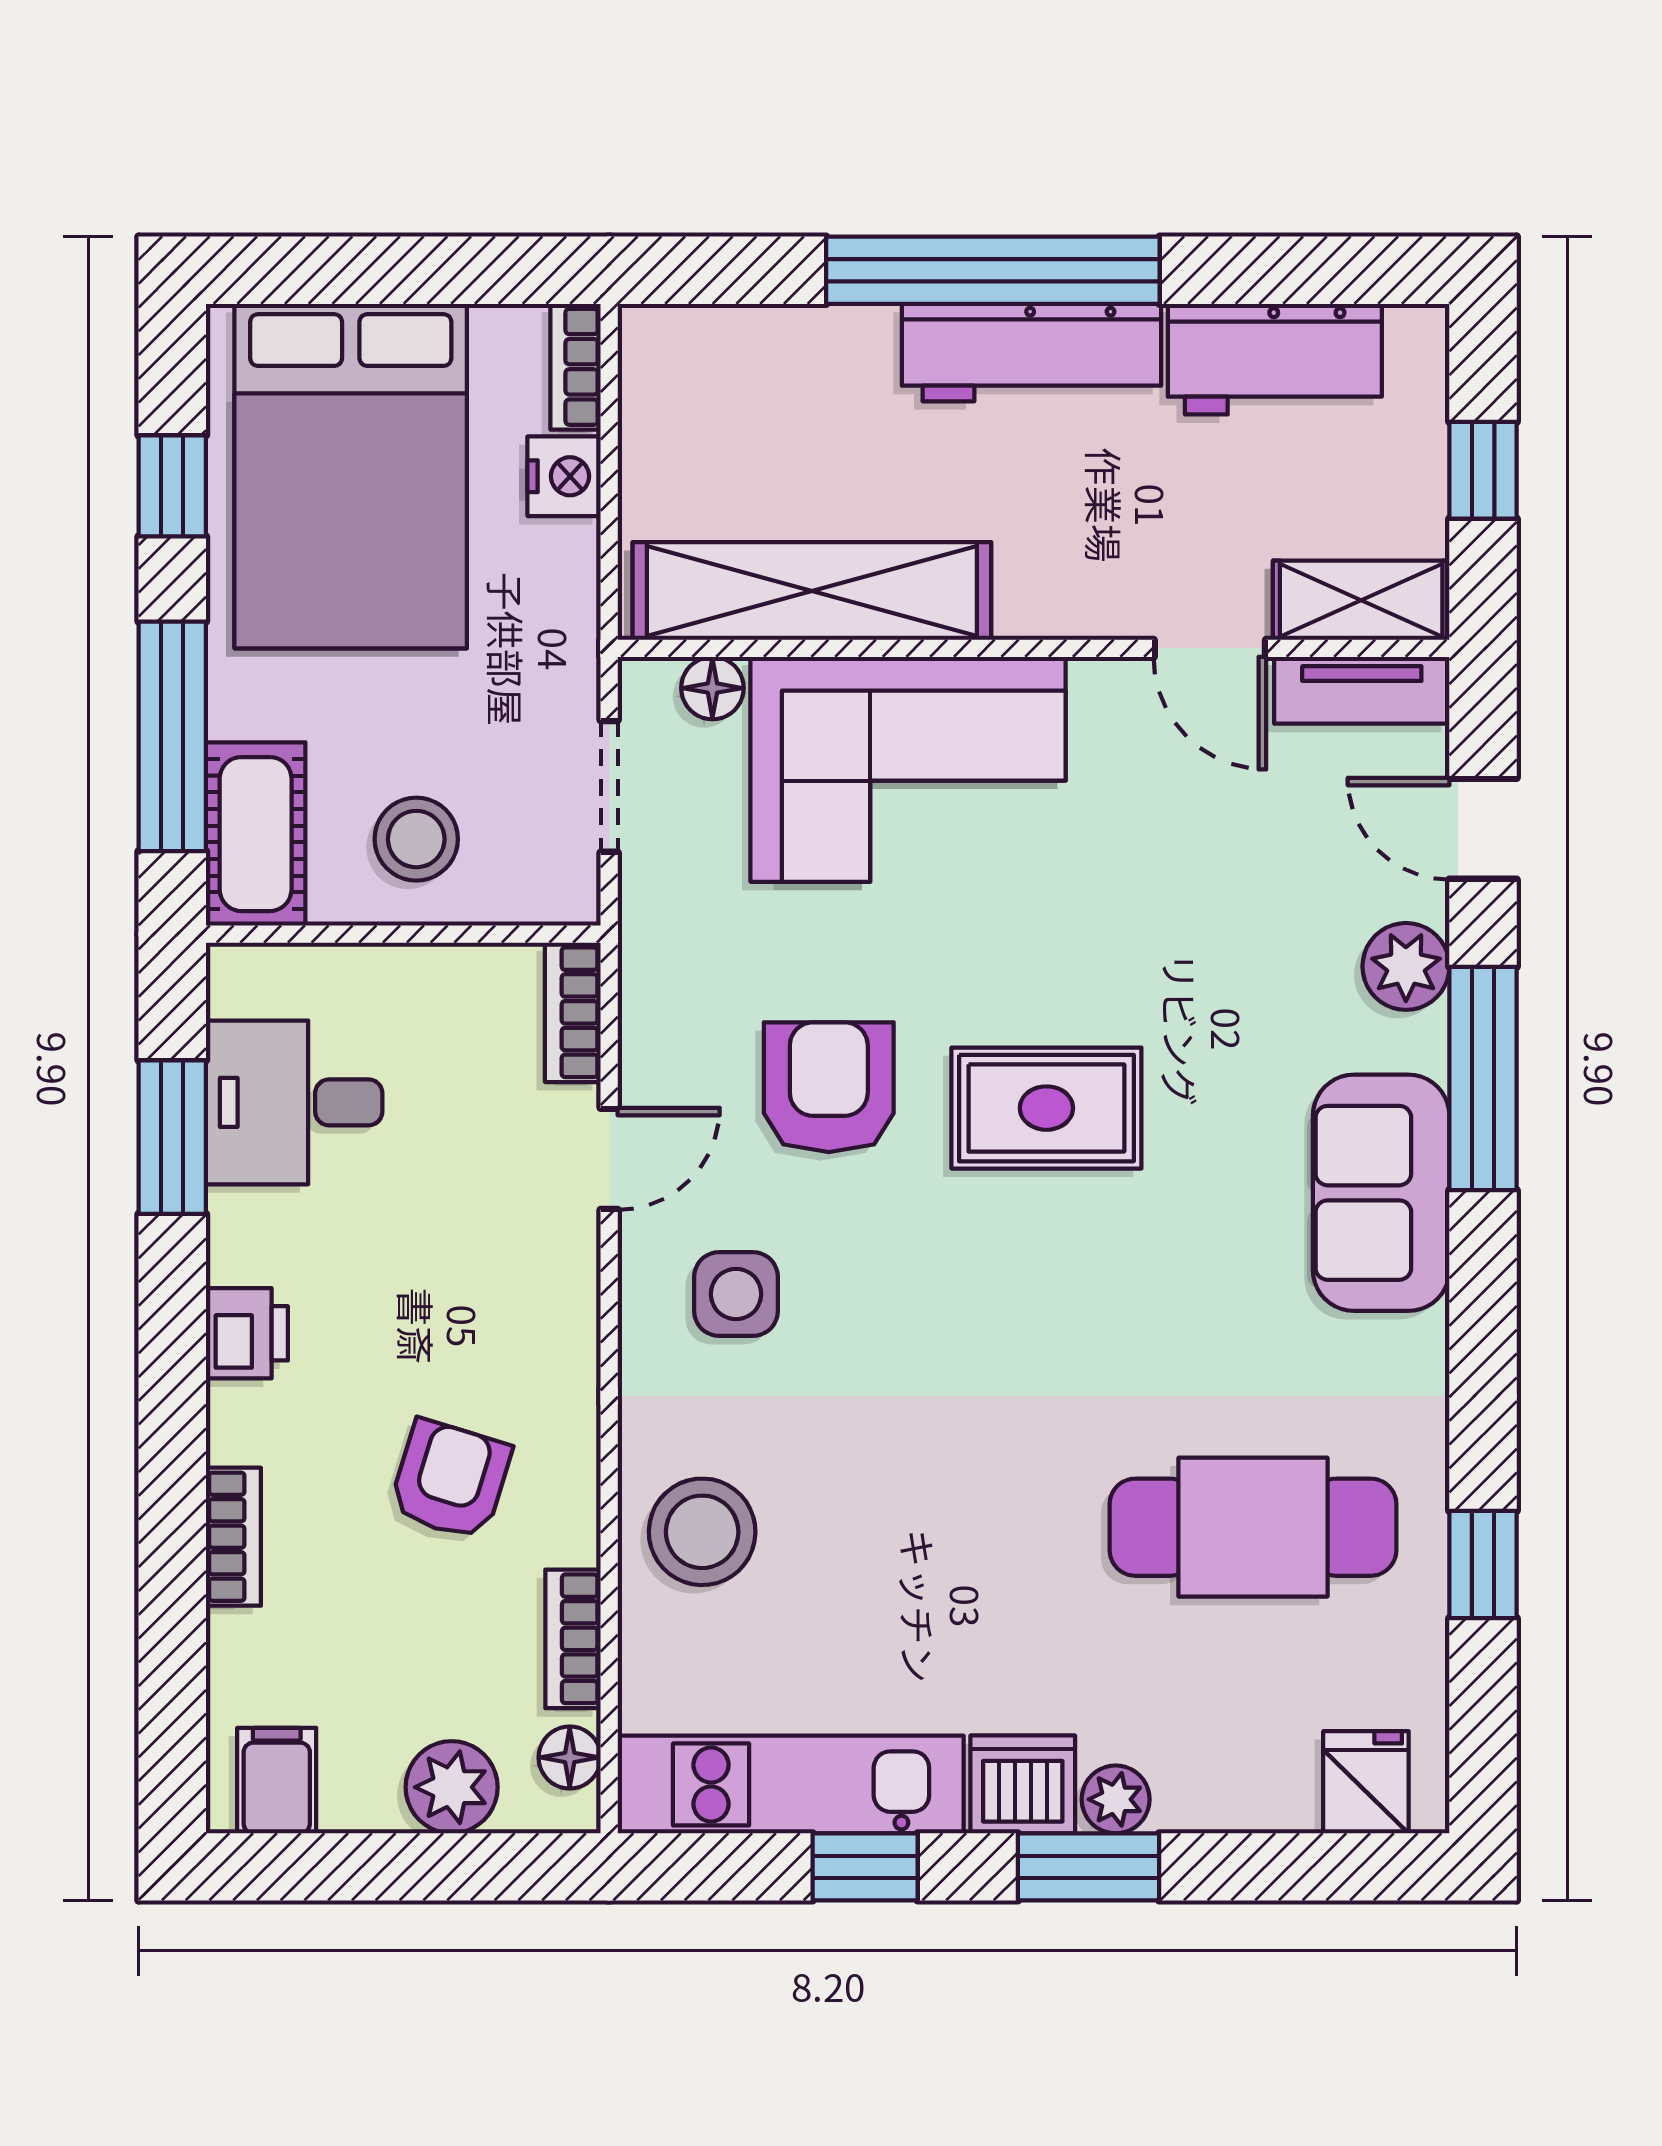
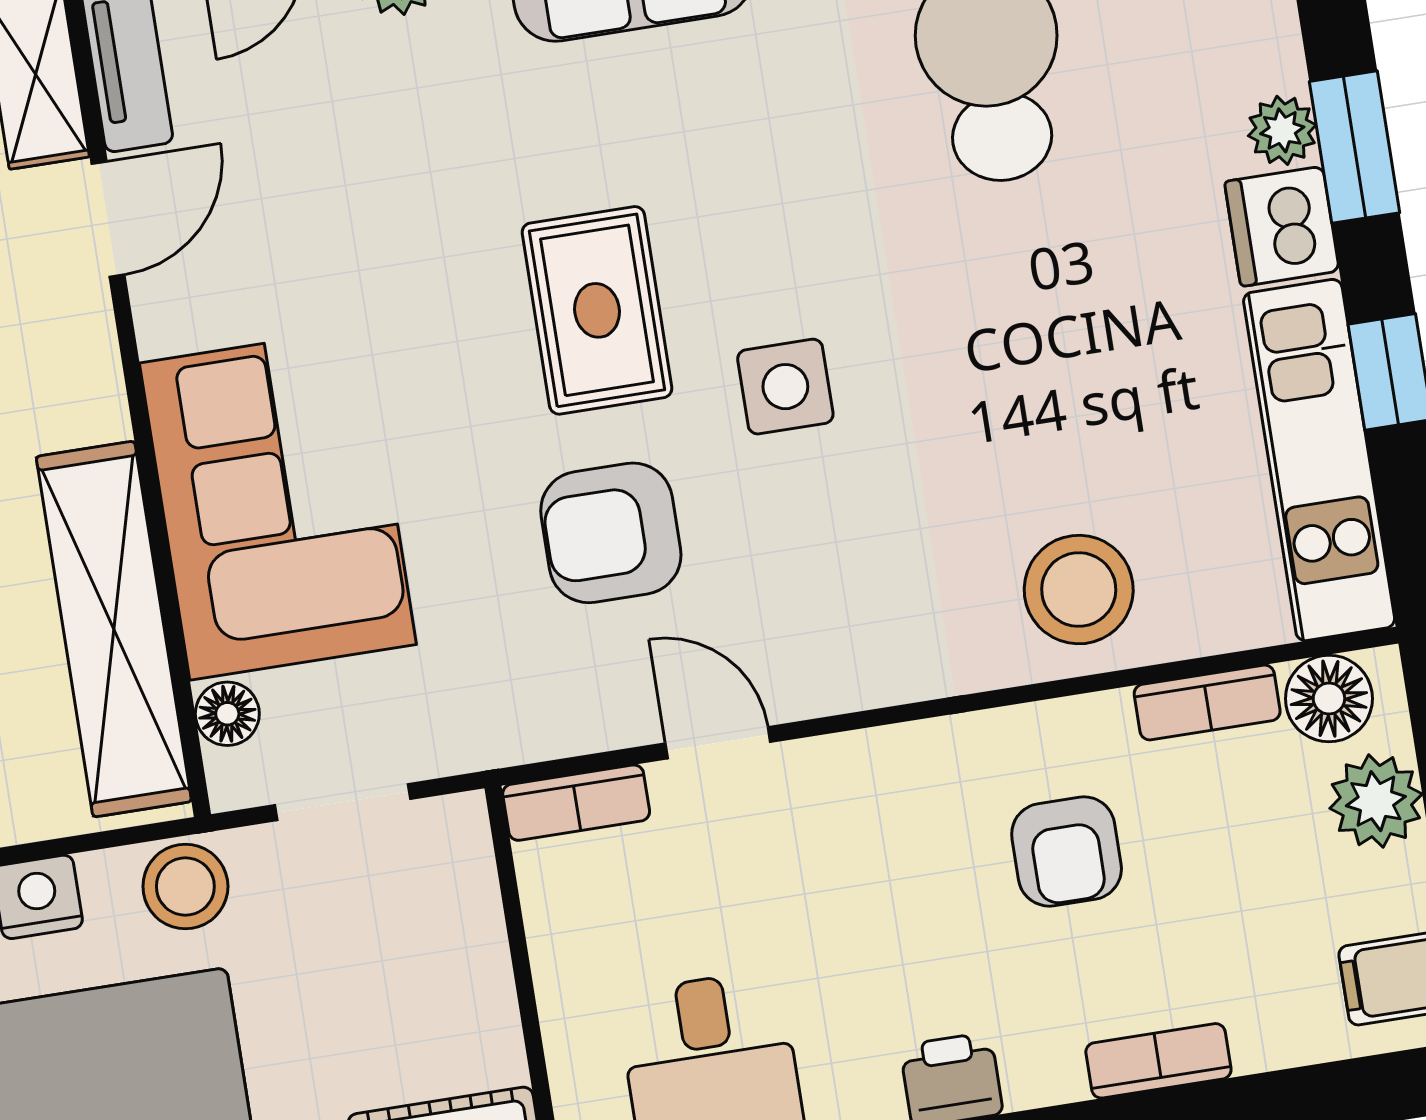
stool: (416, 839) -> (185, 886), moved
side table: (736, 1294) -> (785, 387), moved
armchair: (450, 1480) -> (1067, 851), turned -107
floor lamp: (570, 1757) -> (1329, 699), width x1.37, depth x1.37

